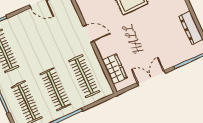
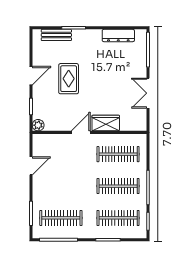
wardrobe: (115, 69) -> (106, 123), moved

